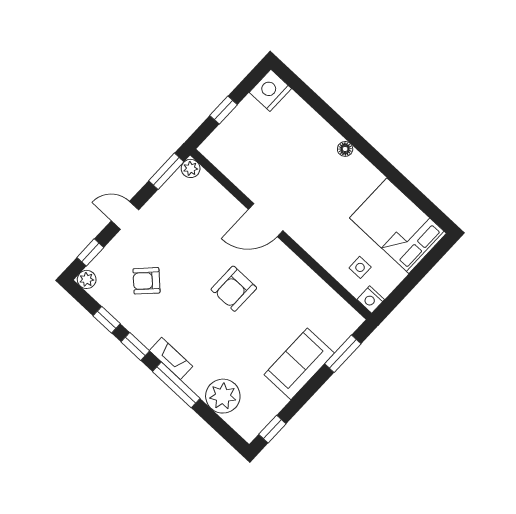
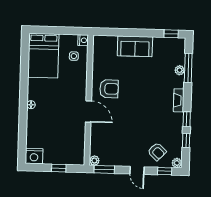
armchair: (146, 281) -> (157, 152), moved
armchair: (234, 289) -> (109, 89), moved
window: (343, 354) -> (115, 32), removed
window: (176, 385) -> (188, 68), moved
plant: (223, 396) -> (180, 70), width x0.53, depth x0.53

